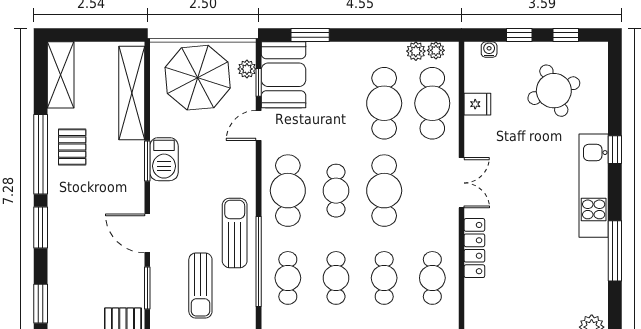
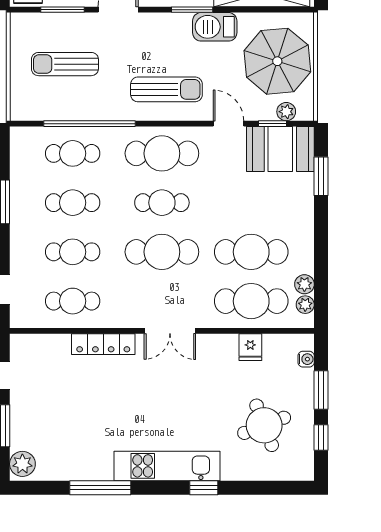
window: (519, 35) -> (321, 390), width x1.50
barbecue: (164, 159) -> (215, 27), moved
sun lounger: (235, 233) -> (166, 89), moved

